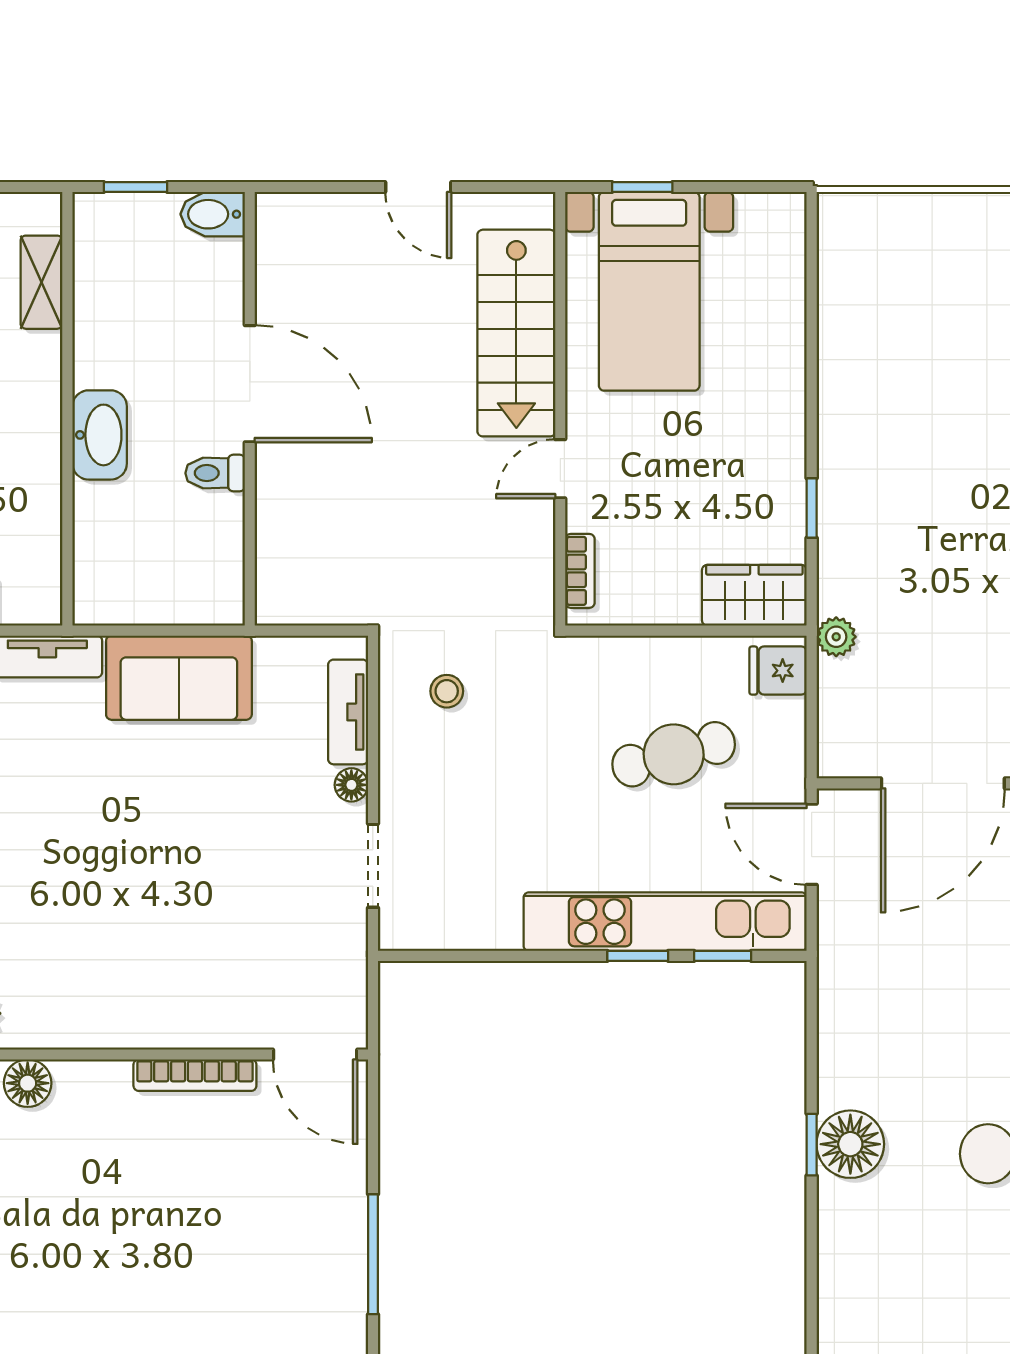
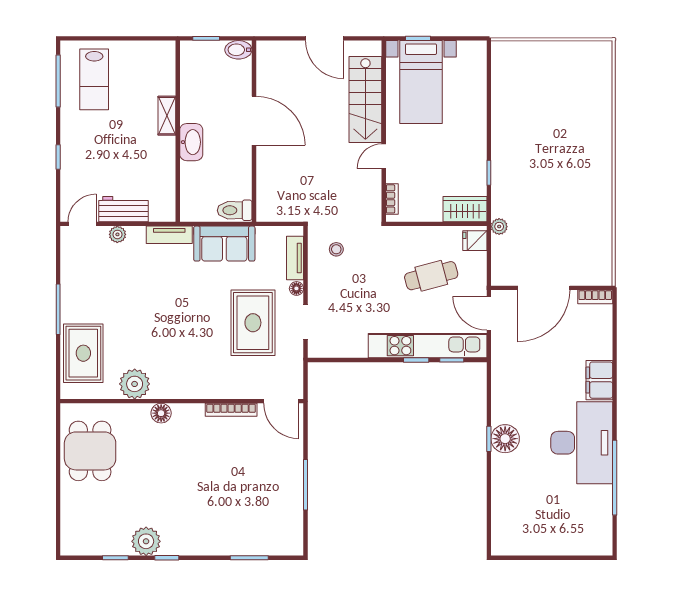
door: (418, 187) -> (324, 38), width x1.37
shelving: (42, 282) -> (167, 116), moved
toilet: (215, 473) -> (235, 210), moved, width x1.37, depth x1.39
rug: (247, 867) -> (253, 323), added

